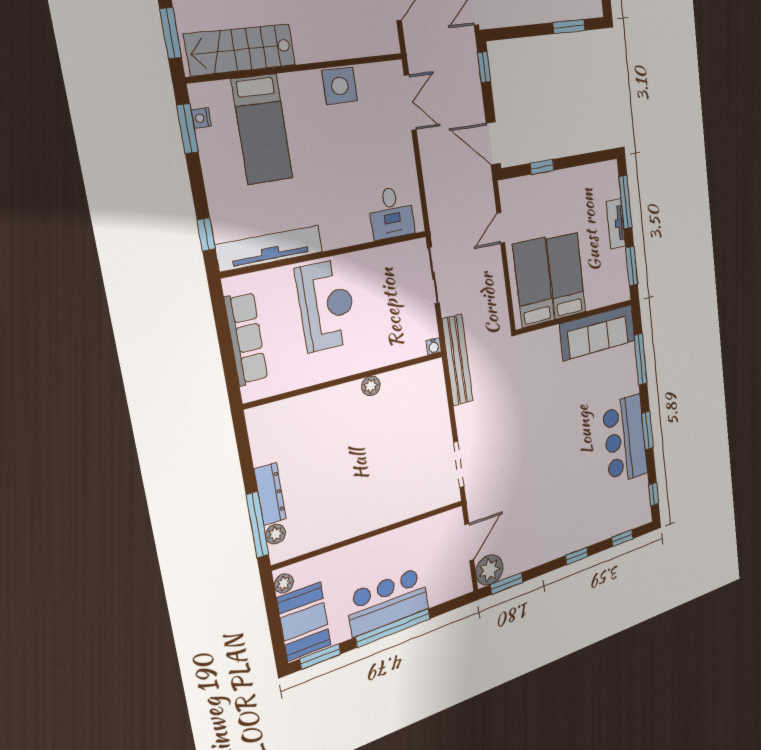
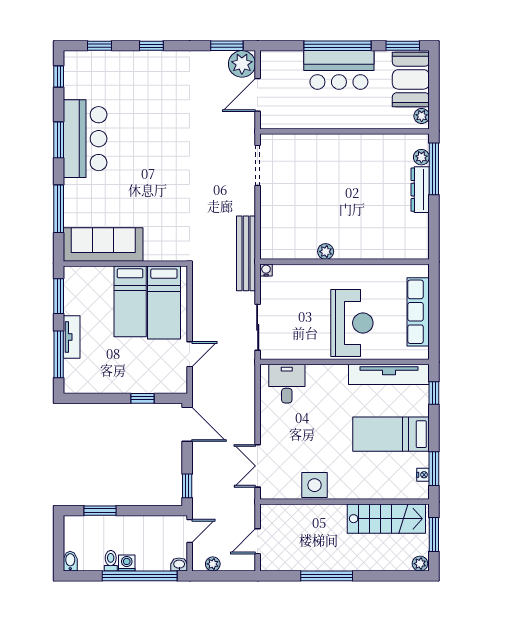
bed: (262, 129) -> (391, 434), moved, turned -90
reception desk: (326, 305) -> (352, 323), turned 180

